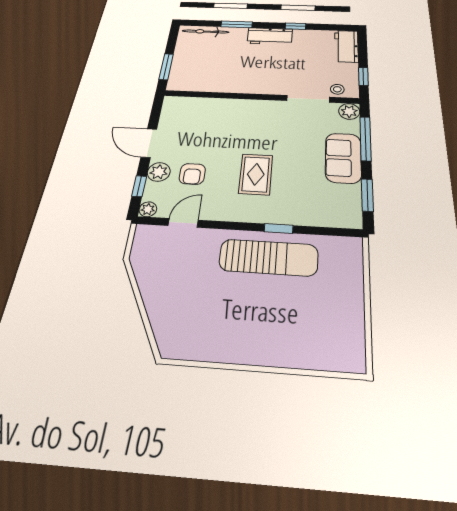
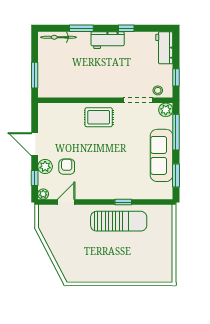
sofa: (343, 158) -> (162, 155), width x1.36
armchair: (192, 174) -> (67, 167), turned 180
rug: (256, 174) -> (99, 117), moved, turned 90

